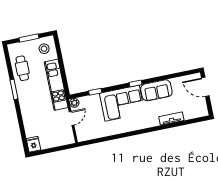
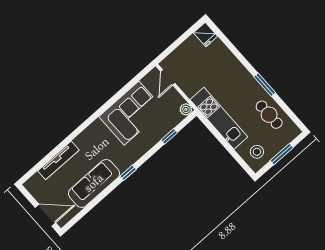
sofa: (156, 90) -> (94, 183), width x1.36
corner sofa: (122, 103) -> (132, 113), moved, turned 180
door: (72, 118) -> (168, 77), moved
tv unit: (171, 119) -> (58, 160), width x1.41

